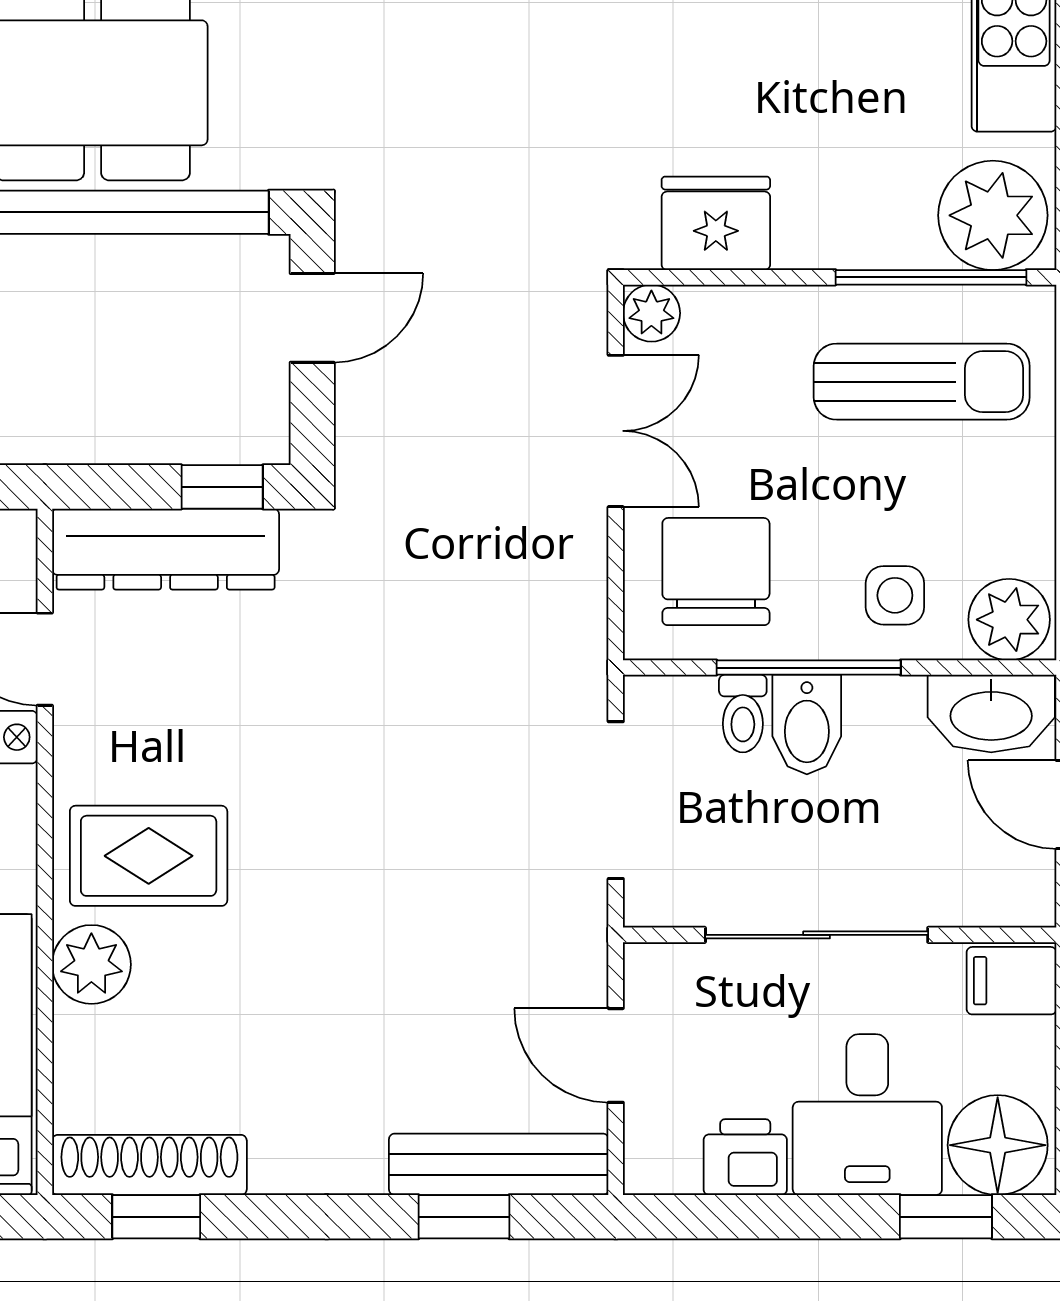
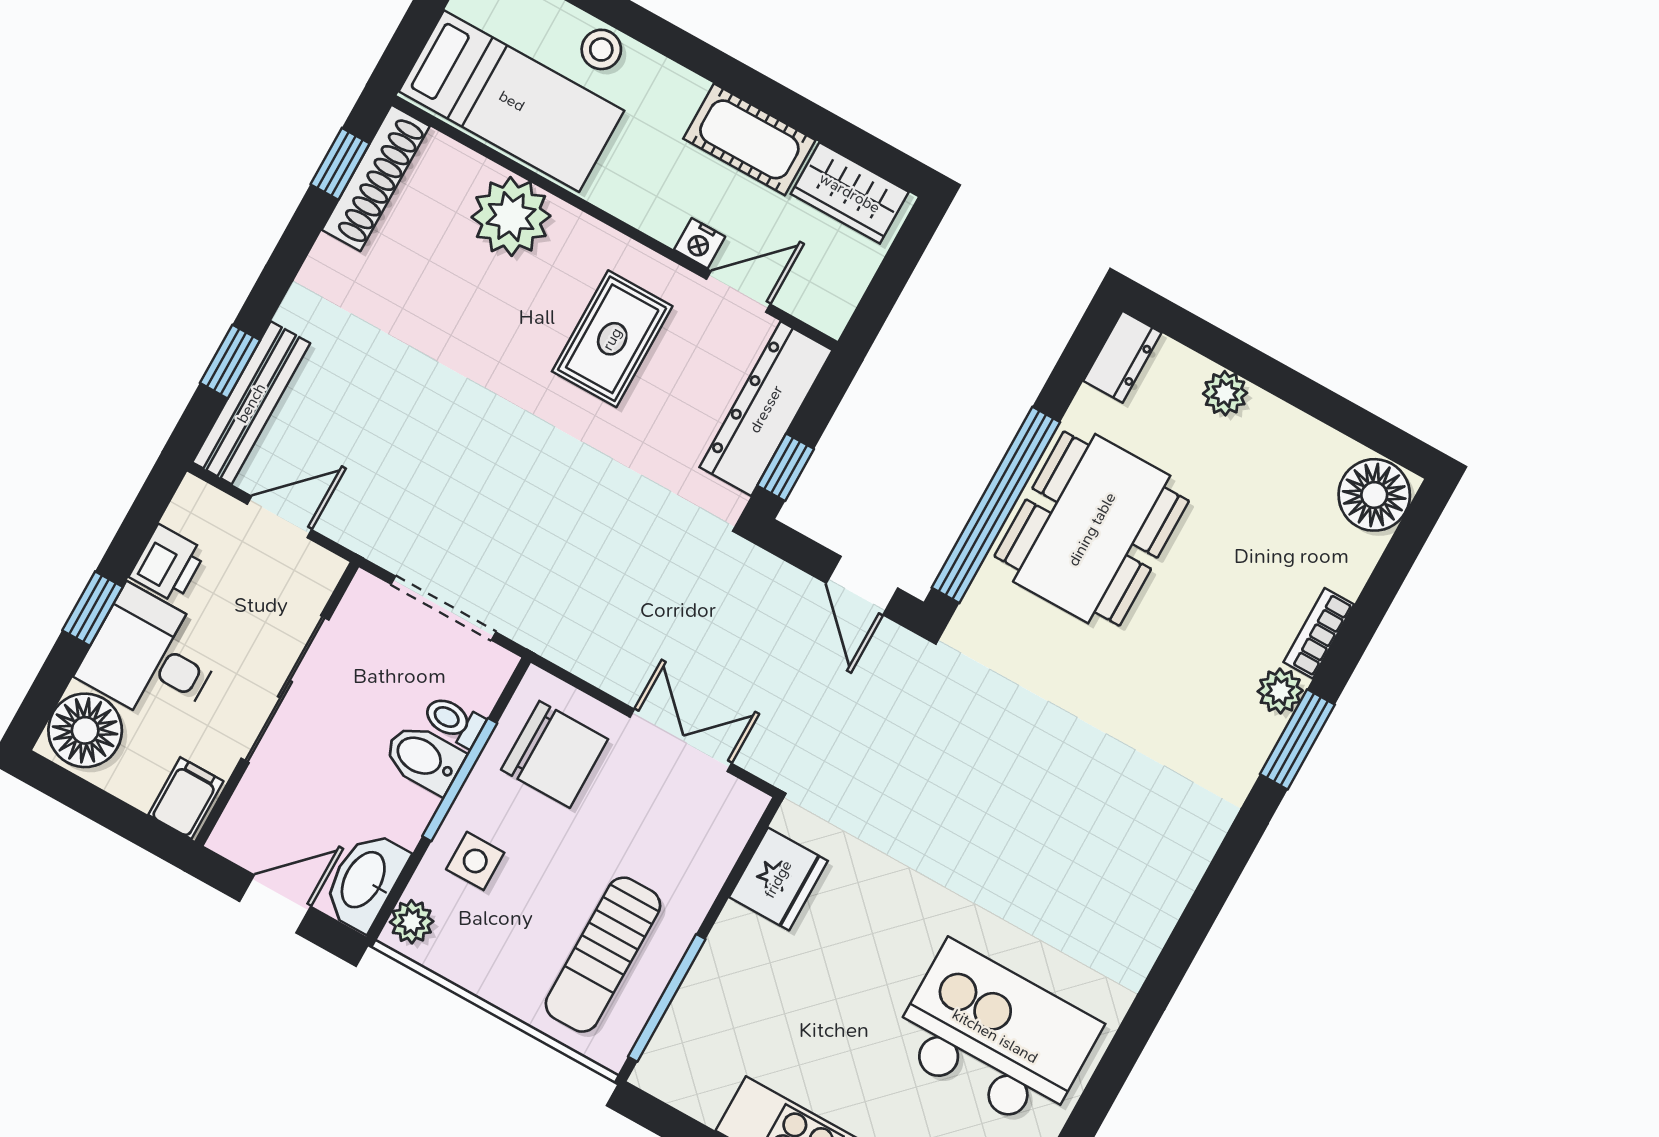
plant: (993, 215) -> (684, 1060), removed
plant: (651, 313) -> (744, 805), removed
double door: (616, 431) -> (681, 740), swing flipped
plant: (1009, 620) -> (412, 922), width x0.73, depth x0.73
rug: (149, 856) -> (612, 339), moved
plant: (91, 964) -> (511, 217), width x1.36, depth x1.36
window: (946, 1217) -> (93, 609), moved

